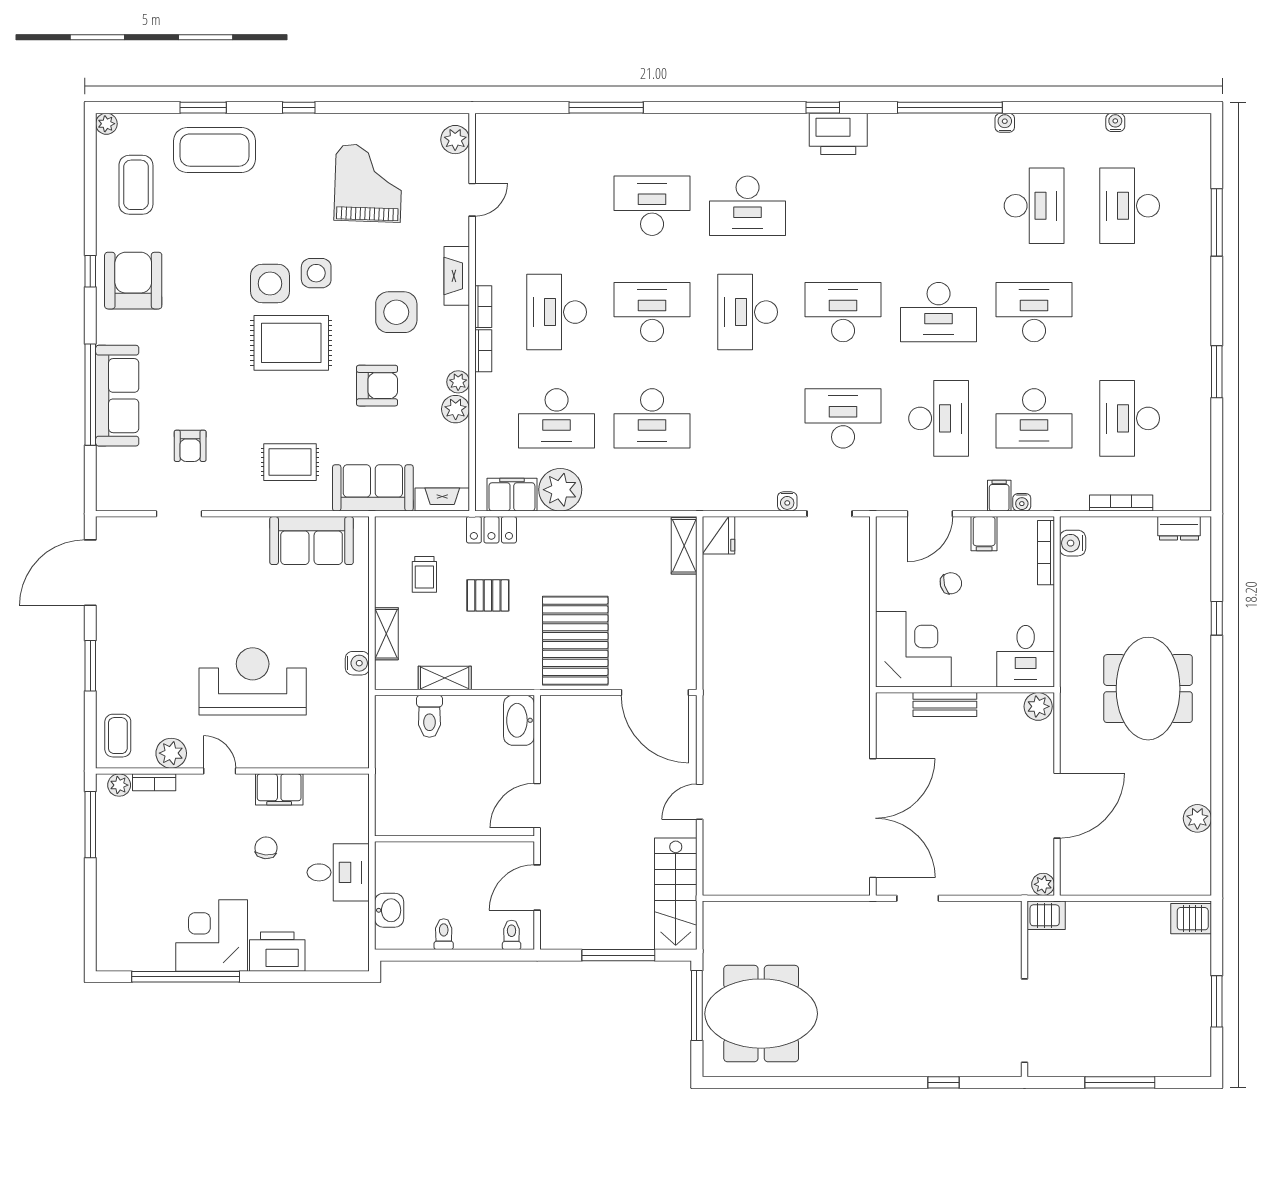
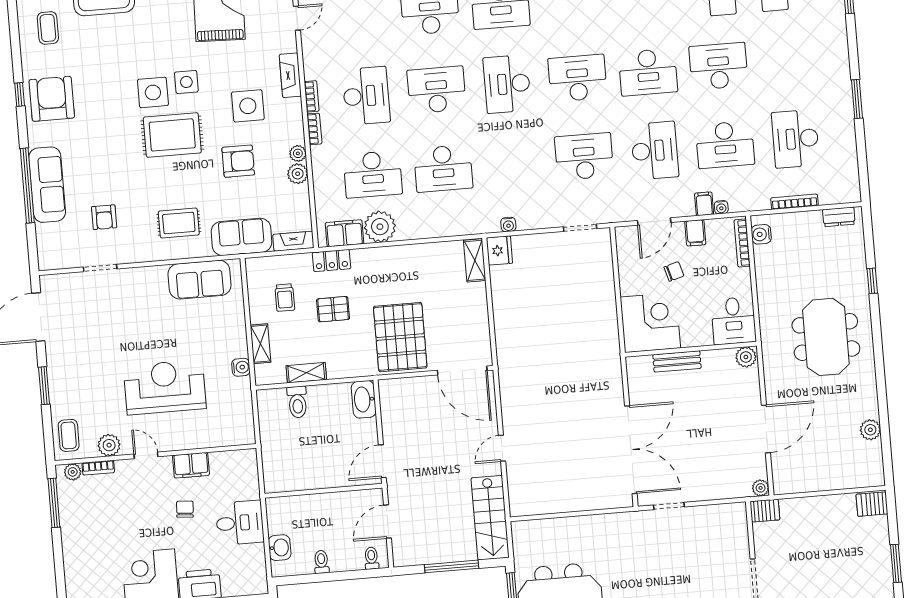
coffee table: (136, 185) -> (48, 28), width x0.73, depth x0.77
desk: (557, 312) -> (366, 96), turned 180
water cooler: (787, 501) -> (508, 225), moved

